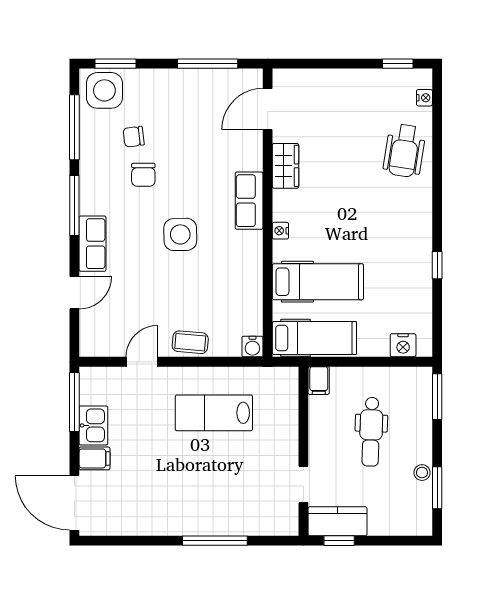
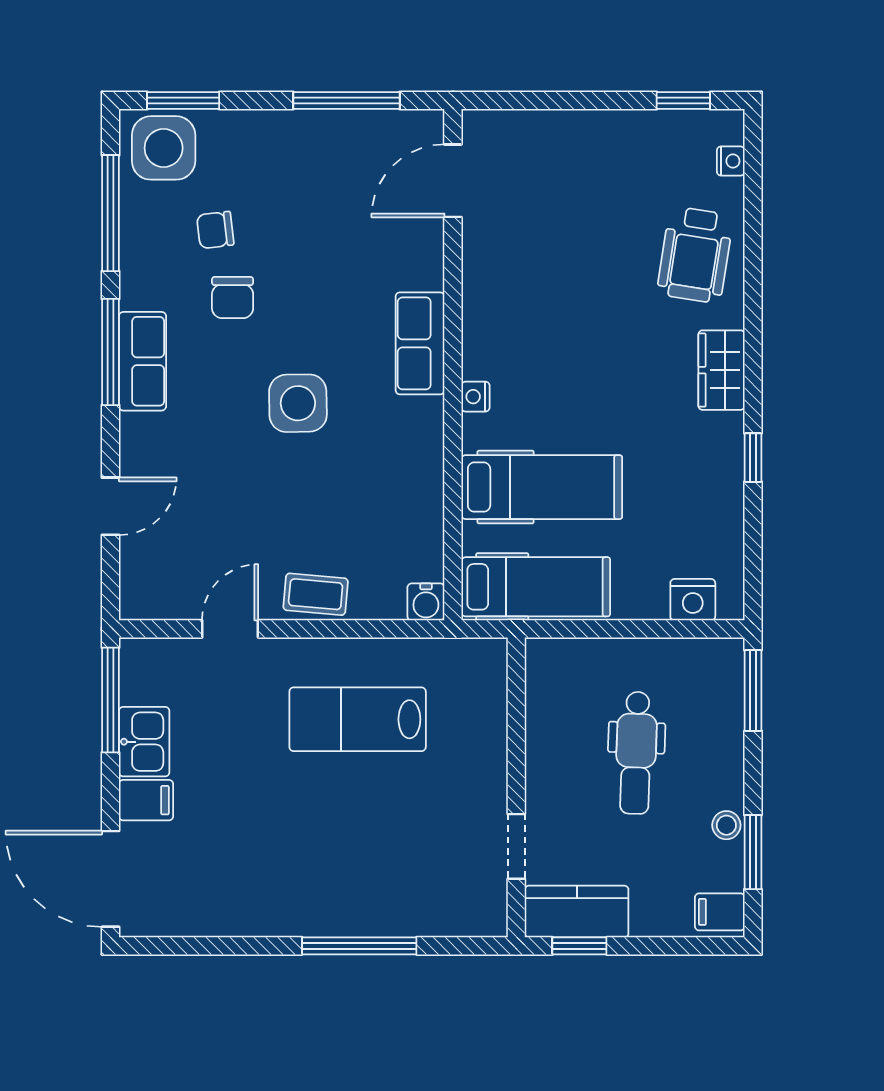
wardrobe: (285, 166) -> (721, 370), moved, turned 180
row of seats: (93, 244) -> (142, 361), moved
filing cabinet: (319, 381) -> (720, 912), moved, turned 90

